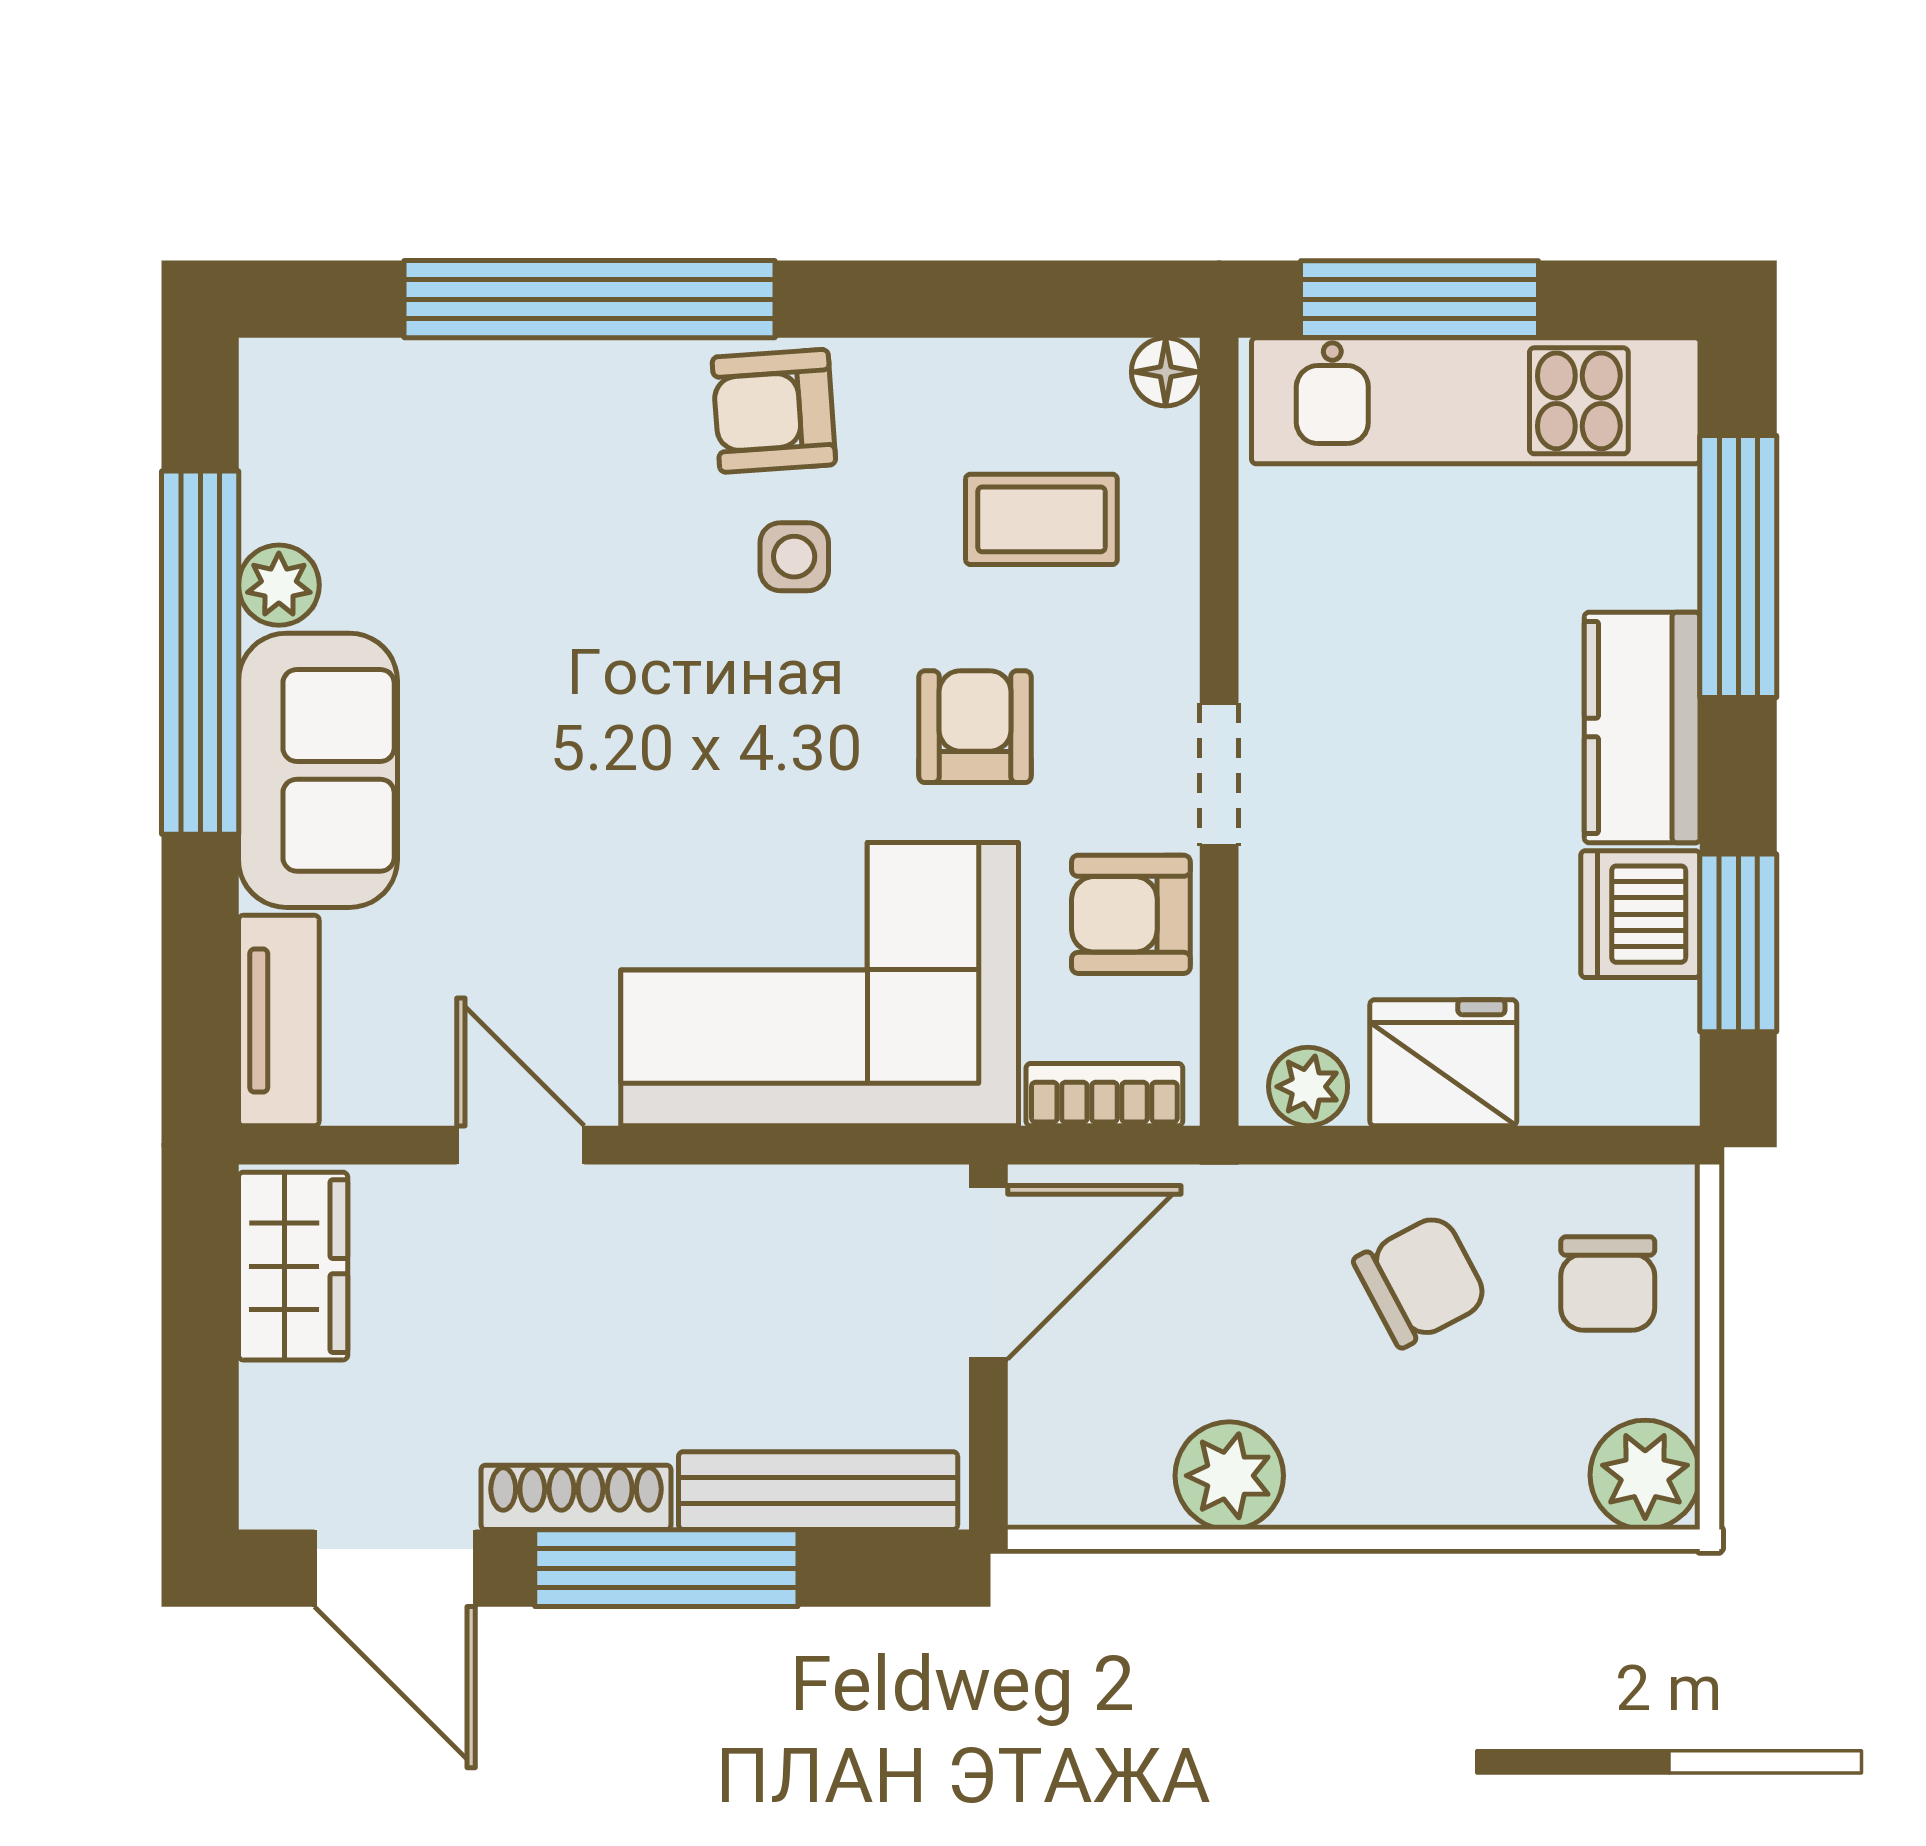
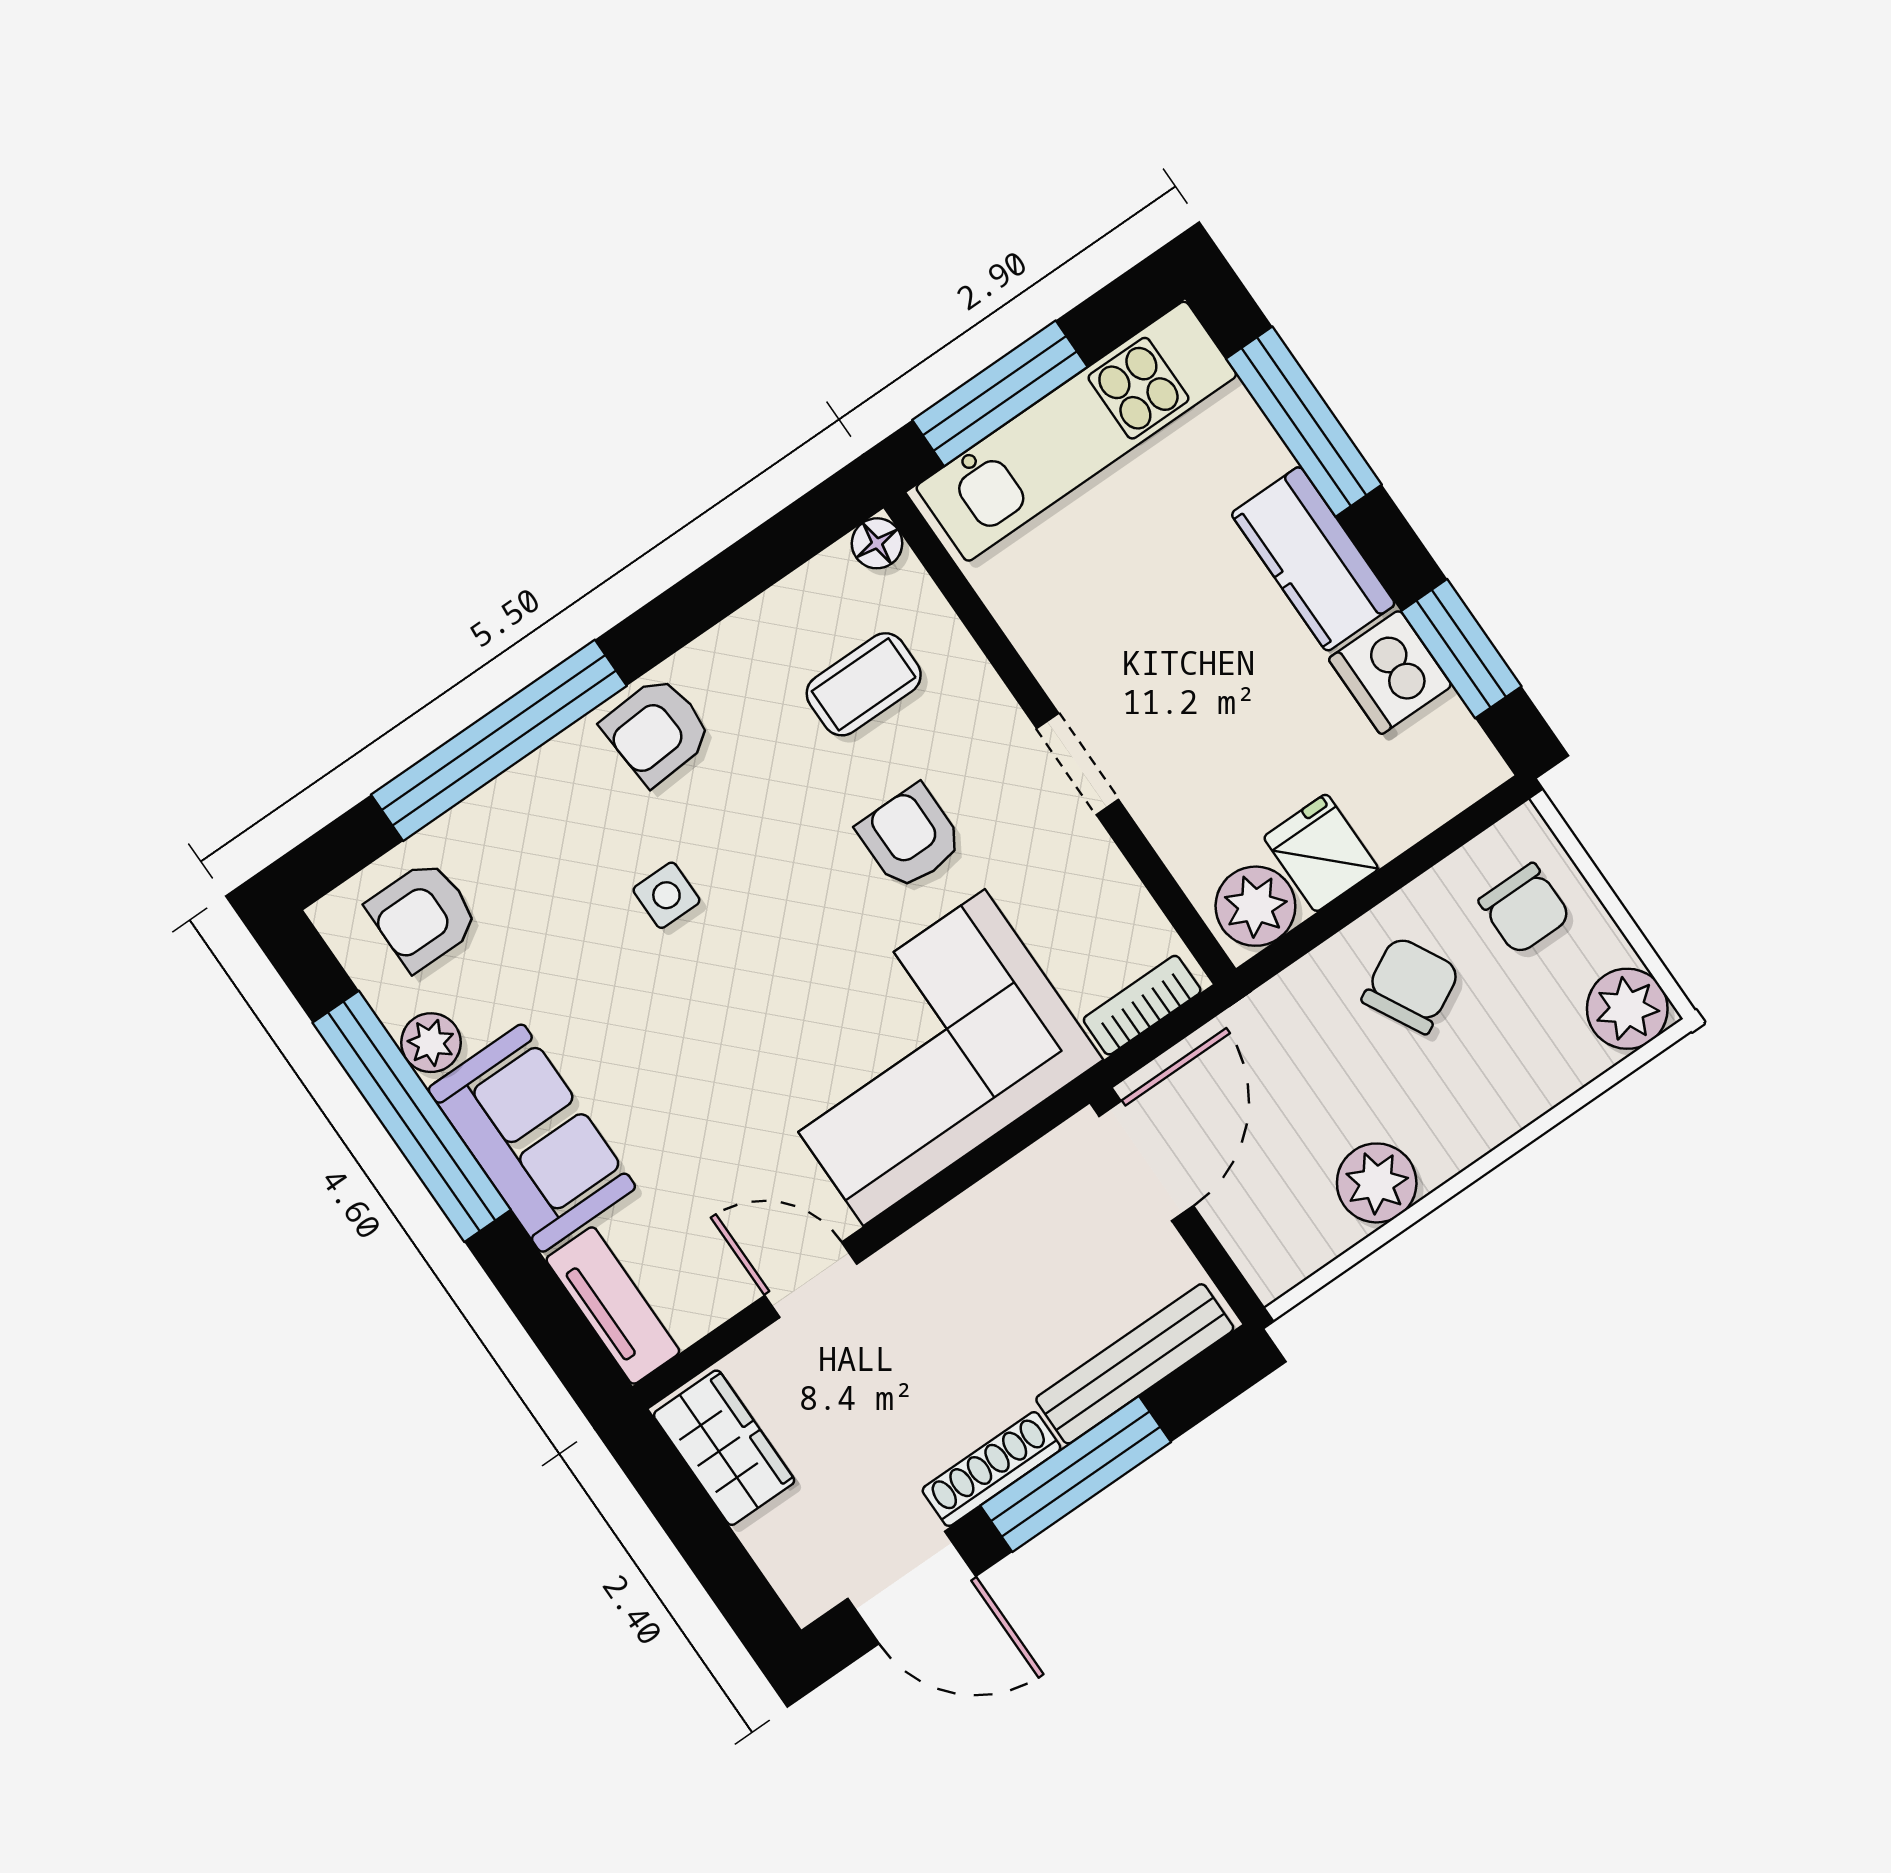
side table: (794, 557) -> (666, 895), moved
armchair: (1131, 914) -> (423, 915), moved
fridge: (1443, 1063) -> (1321, 853), width x0.72
plant: (1308, 1087) -> (1255, 906), width x1.38, depth x1.38

